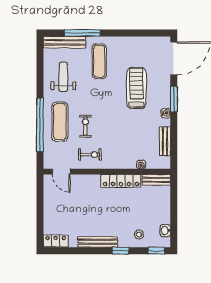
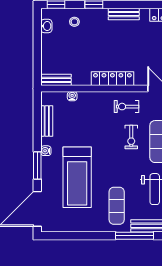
treadmill: (136, 88) -> (77, 177), width x1.37, depth x1.38
locker: (121, 181) -> (112, 79), moved
bench: (98, 242) -> (124, 14), width x0.73

